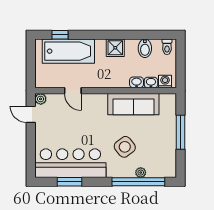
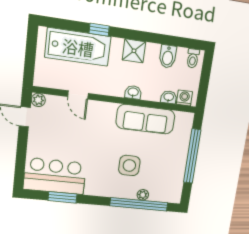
window: (60, 35) -> (99, 30), moved
washbasin: (137, 82) -> (133, 92), moved
window: (180, 132) -> (192, 156), width x1.46
side table: (125, 147) -> (129, 166), turned 38
bar counter: (70, 163) -> (55, 176), width x0.73

